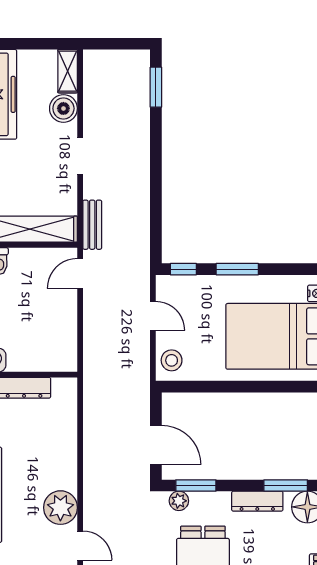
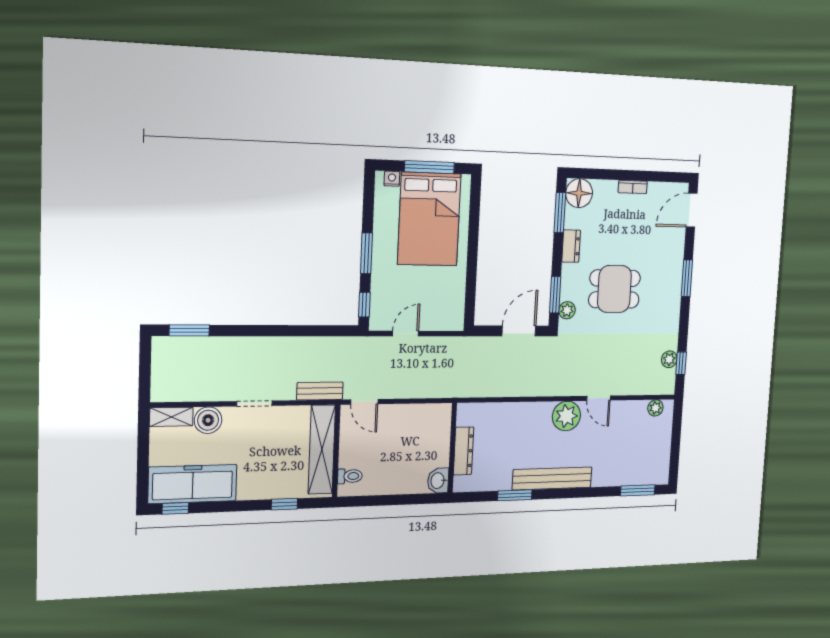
stool: (172, 360) -> (446, 316), removed
dresser: (257, 501) -> (571, 246), width x0.70
door: (80, 546) -> (599, 398), swing flipped

